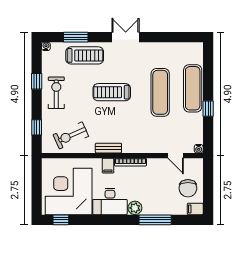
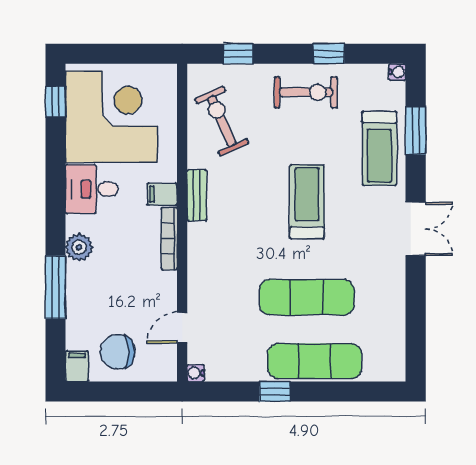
desk: (110, 201) -> (92, 189), width x0.73

